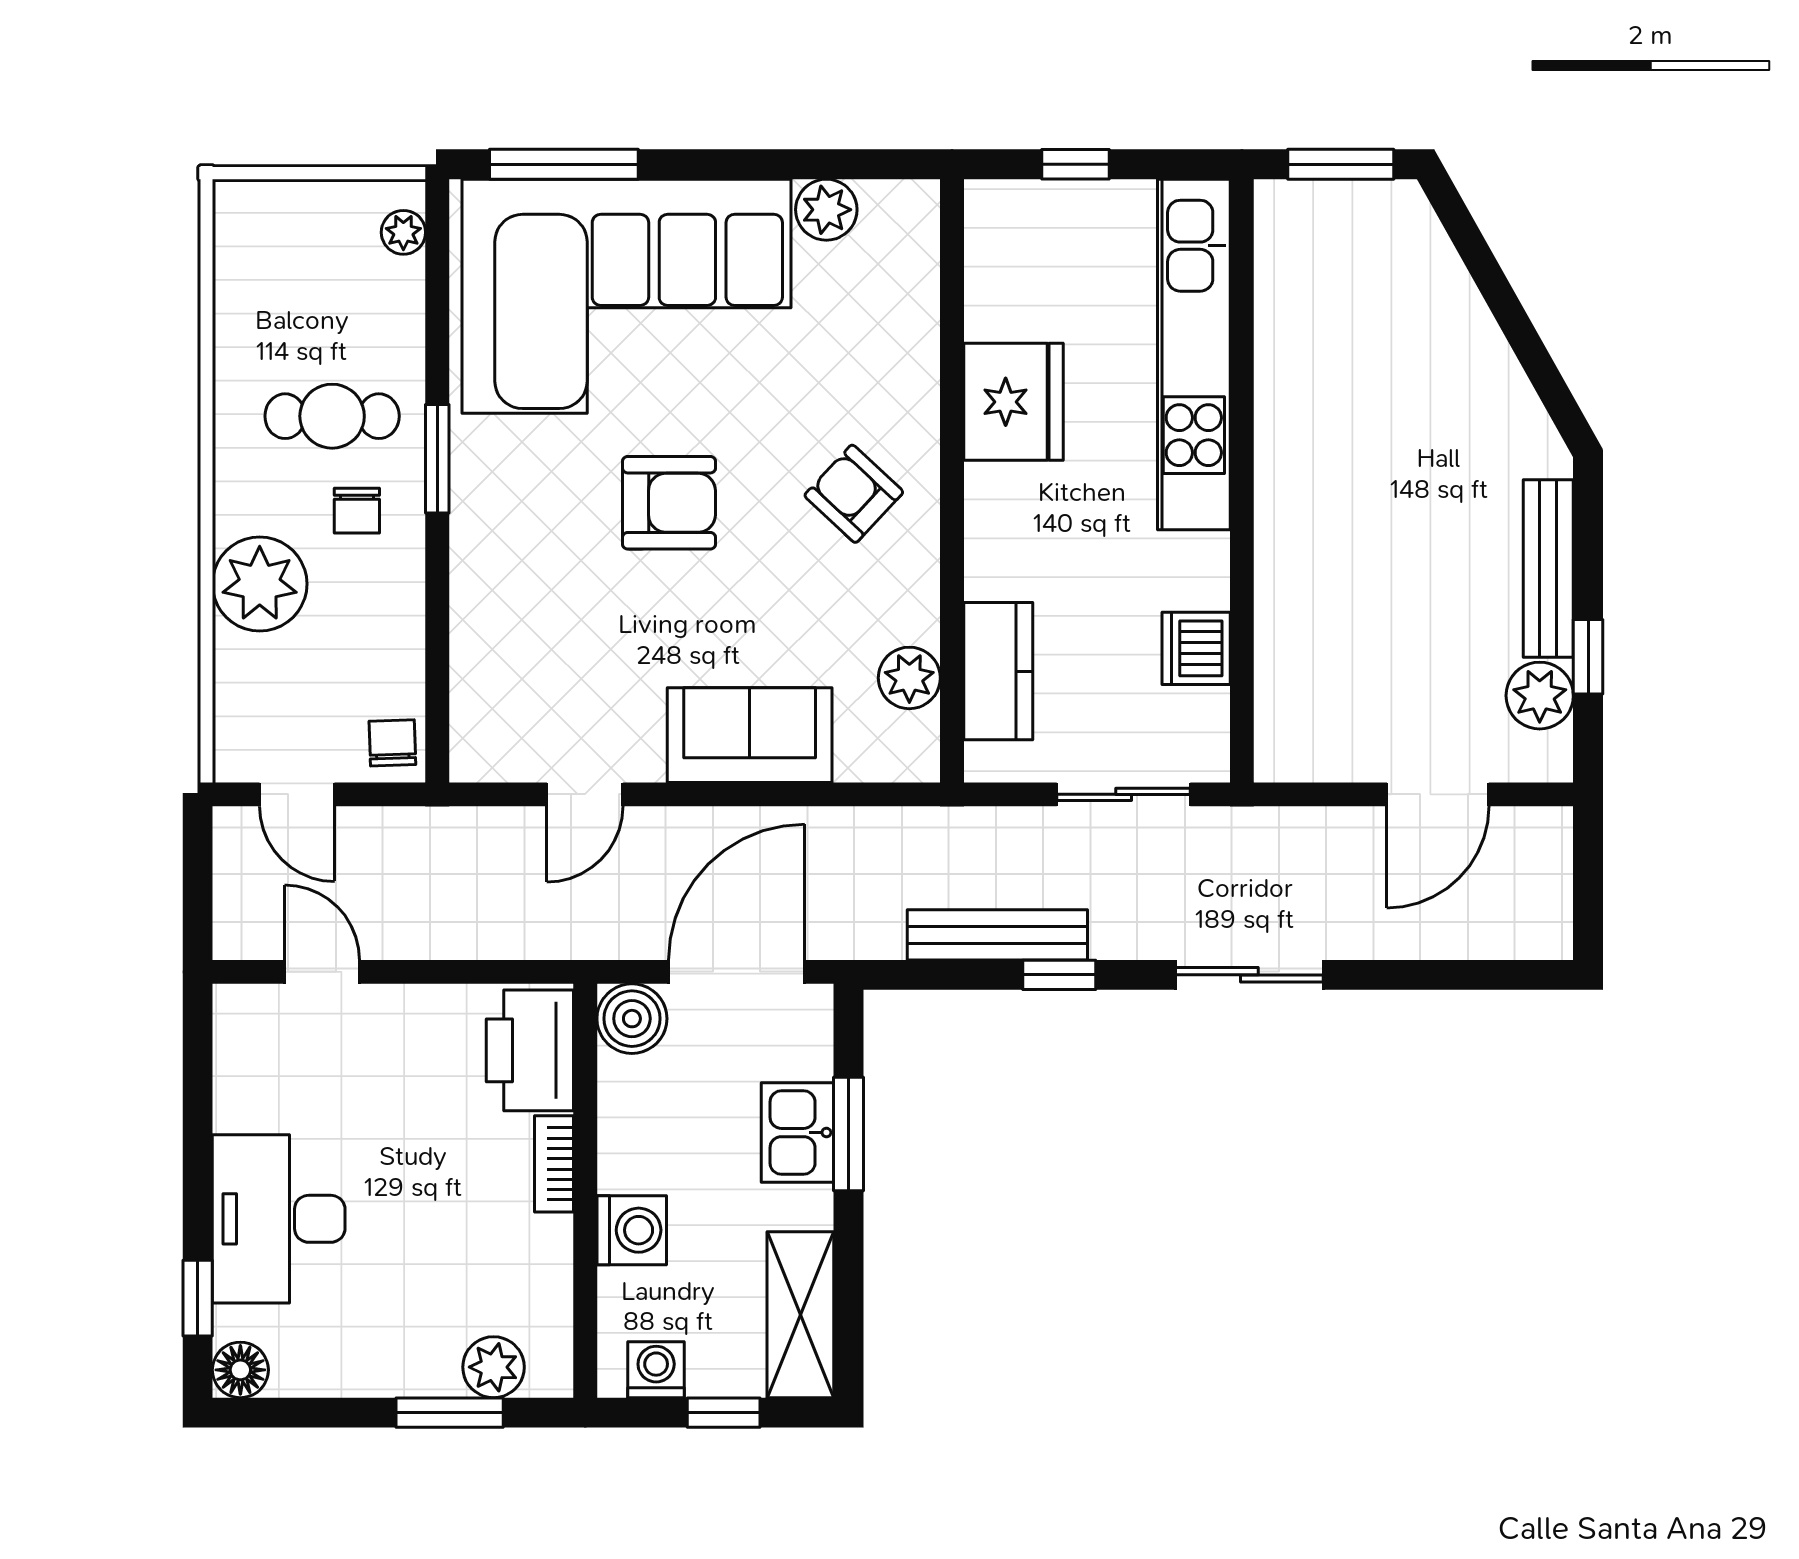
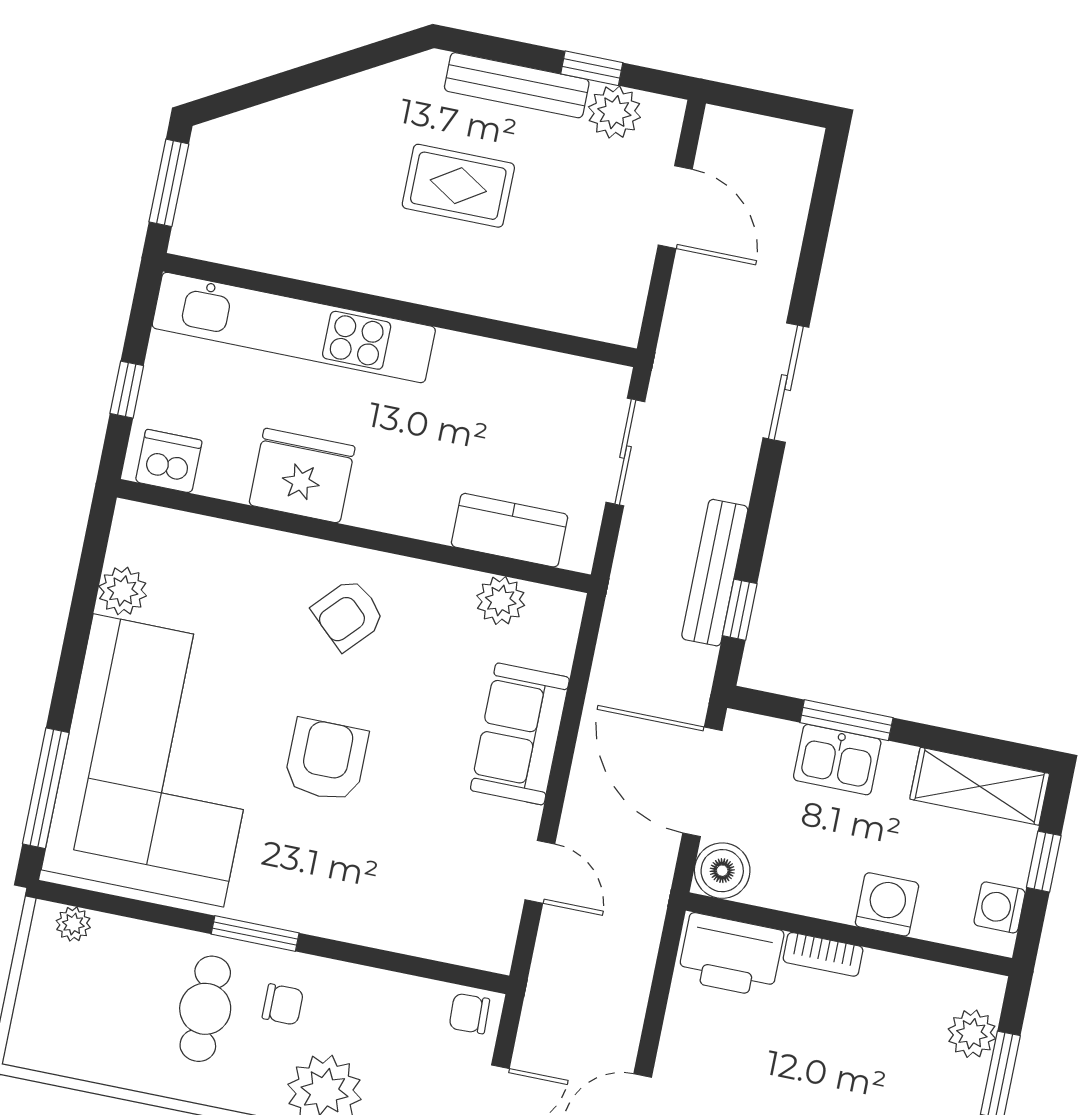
rug: (1410, 522) -> (458, 186), added
dishwasher: (1196, 648) -> (169, 461), moved, turned 180
window: (1059, 975) -> (740, 610), moved

